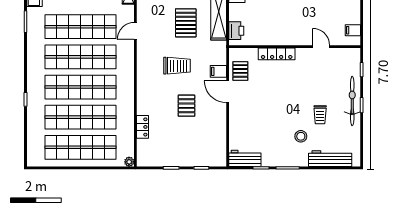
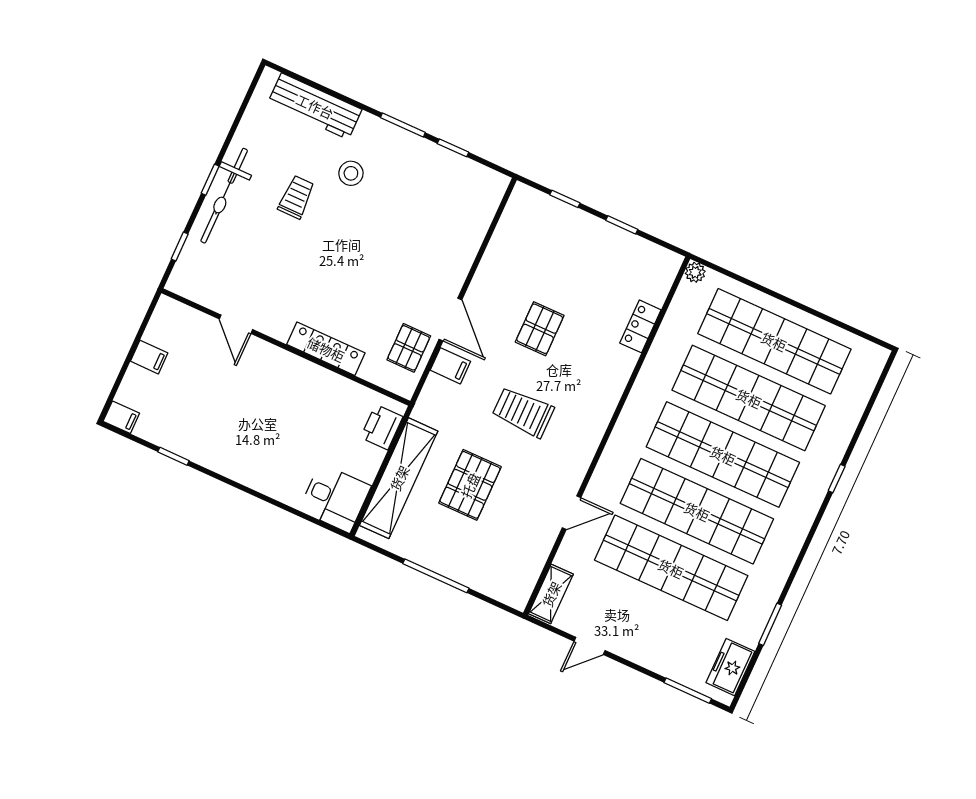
filing cabinet: (353, 30) -> (149, 357), moved
workbench: (245, 158) -> (475, 180), removed

